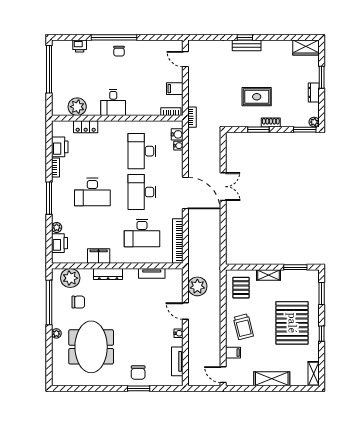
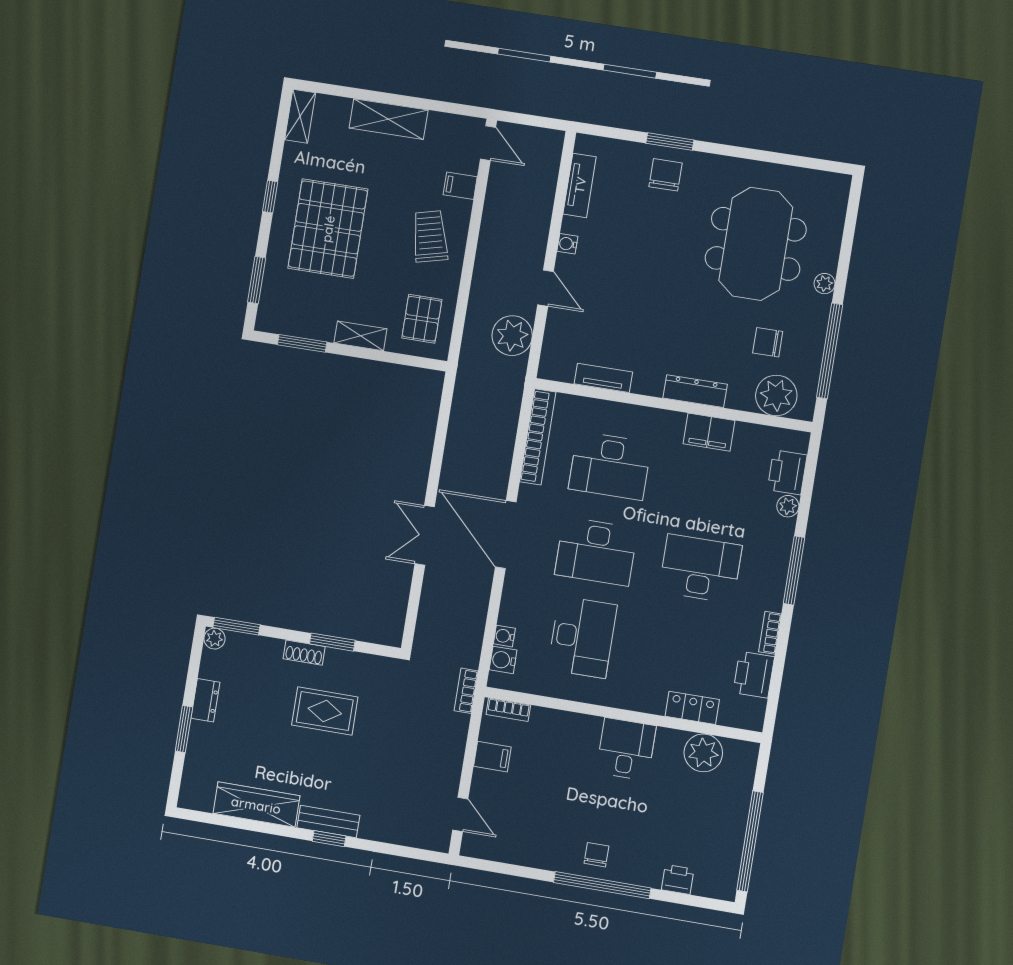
wardrobe: (306, 48) -> (256, 805), moved, width x1.50
desk: (142, 192) -> (596, 551), turned 90
desk: (142, 233) -> (610, 466), turned 180

